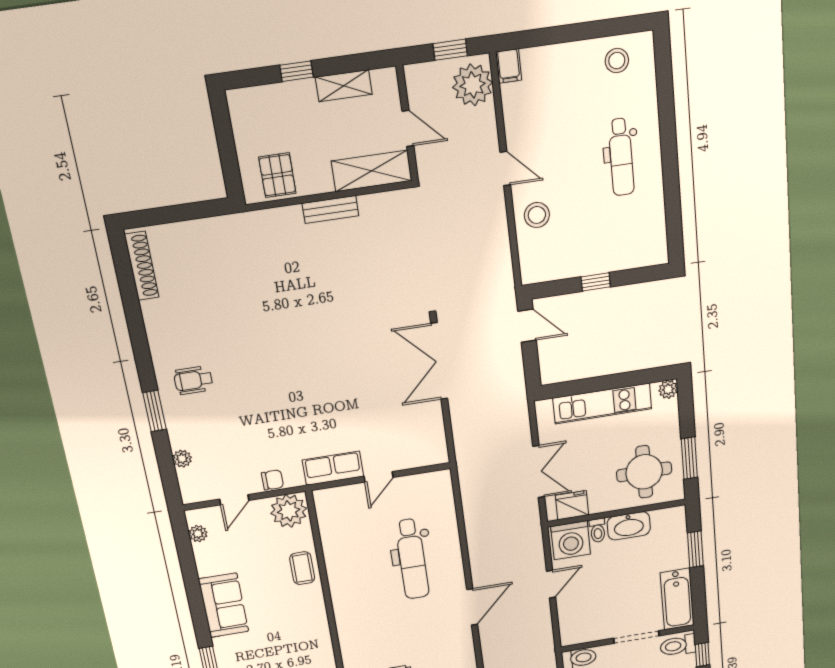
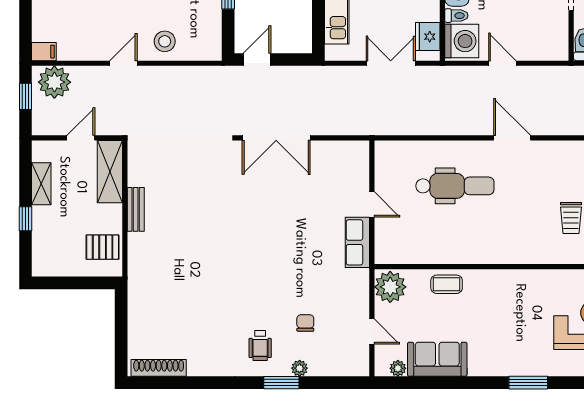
plant: (182, 459) -> (300, 368), moved
chair: (272, 480) -> (305, 323), moved
sofa: (224, 605) -> (437, 359), moved

